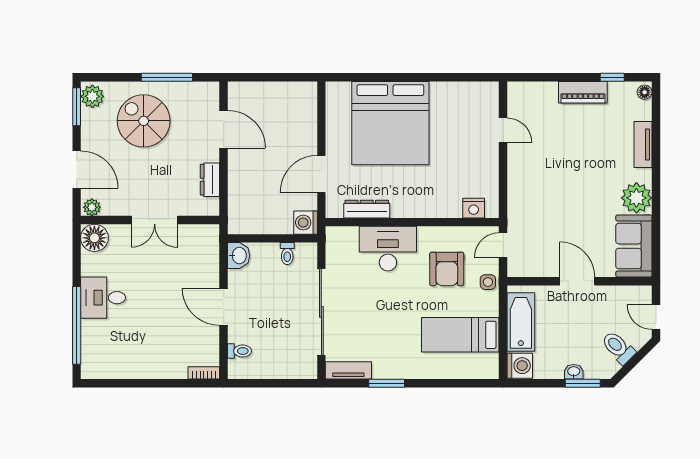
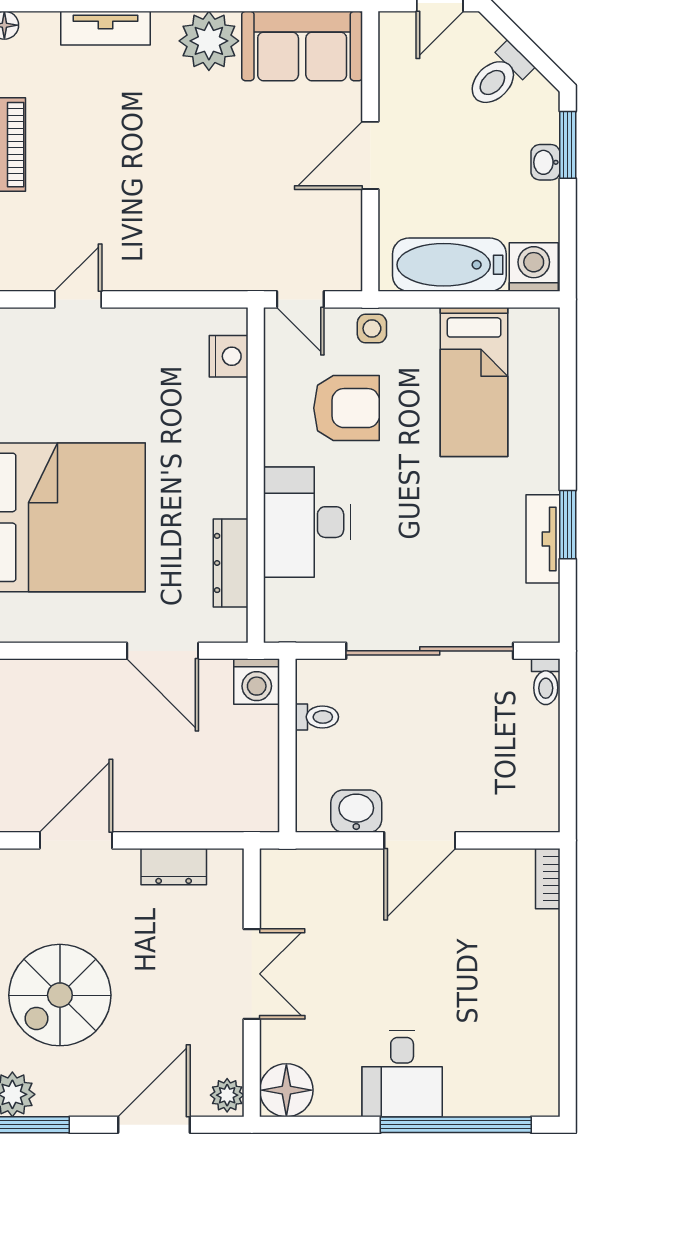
washbasin: (239, 256) -> (356, 811), moved
toilet: (239, 351) -> (546, 682), moved, turned 180
tv unit: (348, 370) -> (543, 539), moved

